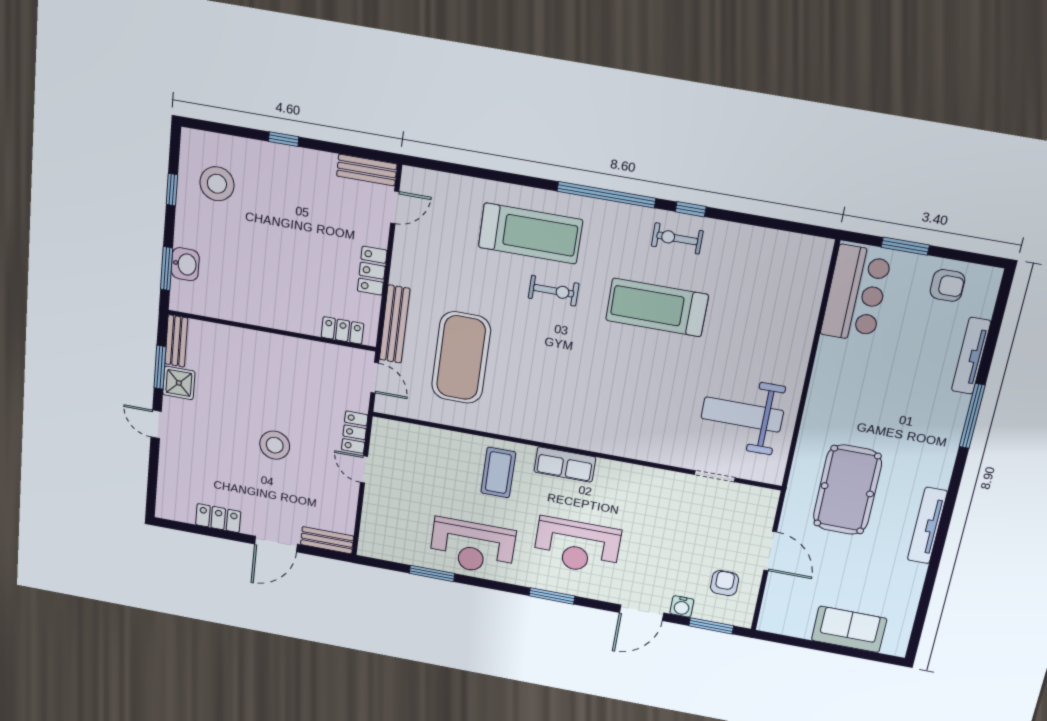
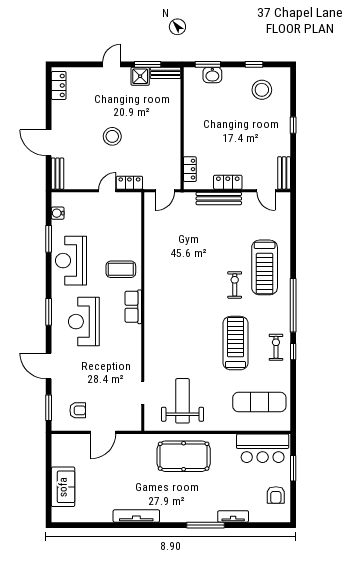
exercise bike: (554, 291) -> (235, 285), turned 180
bench: (395, 324) -> (219, 198), moved
tv unit: (971, 356) -> (233, 516), width x0.71
exercise mat: (461, 358) -> (259, 402), moved, width x0.68
pool table: (847, 490) -> (184, 456), moved
locker: (218, 518) -> (59, 85), moved
water cooler: (682, 606) -> (58, 213), moved

